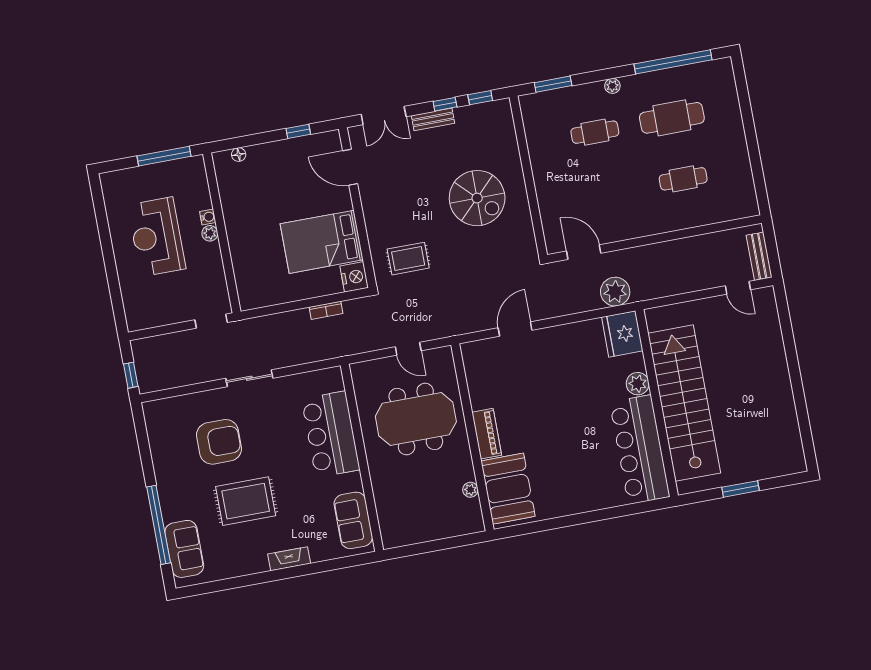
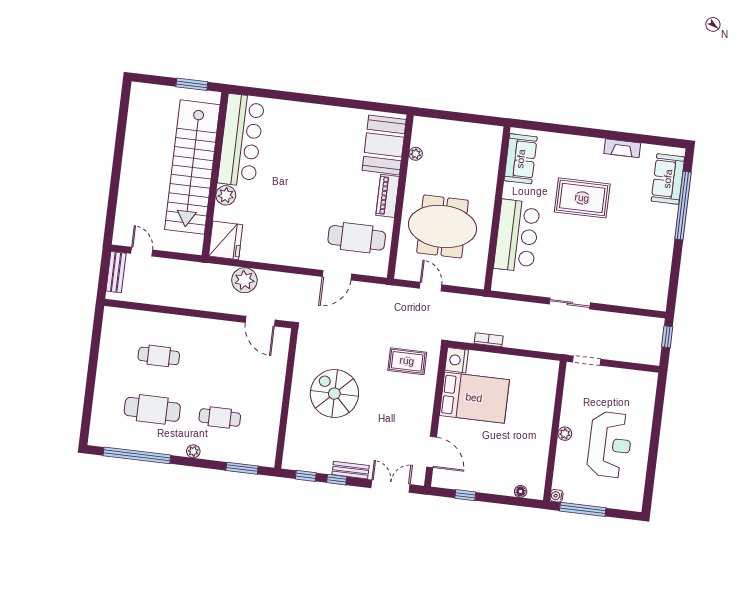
water cooler: (208, 217) -> (557, 496), moved
fridge: (622, 334) -> (226, 240), moved
cafe table: (506, 377) -> (357, 238), added
plant: (638, 384) -> (226, 195), moved
wall: (657, 403) -> (215, 174), moved
stairs: (684, 403) -> (192, 167), moved
armchair: (219, 442) -> (611, 259), removed
bar counter: (640, 449) -> (241, 140), moved
rug: (246, 501) -> (582, 198), moved
fireplace: (289, 559) -> (622, 148), moved

